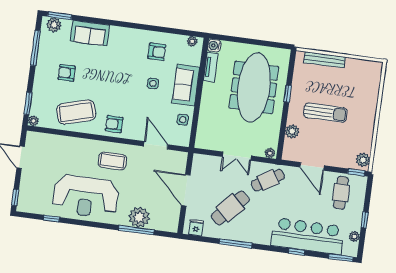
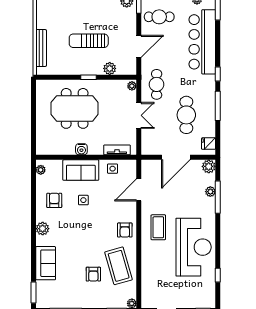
plant: (54, 25) -> (43, 229), moved
water cooler: (214, 46) -> (81, 149), moved
tv unit: (211, 67) -> (117, 150), moved
armchair: (67, 73) -> (93, 274), moved
meeting table: (254, 87) -> (75, 108), width x0.73
window: (288, 94) -> (88, 77), moved
sun lounger: (325, 113) -> (89, 41), turned -90
cafe table: (268, 180) -> (157, 84), turned 32
cafe table: (230, 208) -> (186, 115), turned 47
plant: (139, 217) -> (210, 192), width x0.53, depth x0.53
plant: (171, 225) -> (209, 166), added
window: (297, 252) -> (218, 74), moved

